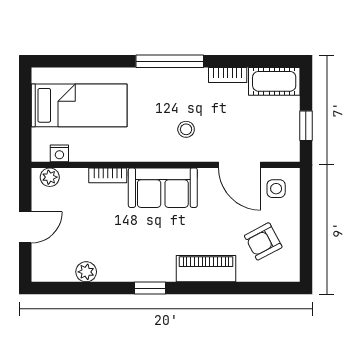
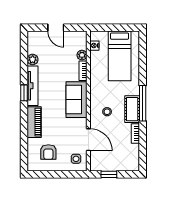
cot: (274, 81) -> (132, 109), moved
door: (240, 165) -> (88, 140), swing flipped
plant: (50, 177) -> (82, 55), moved
armchair: (263, 241) -> (48, 152), turned -152
tv unit: (136, 272) -> (33, 86), added

